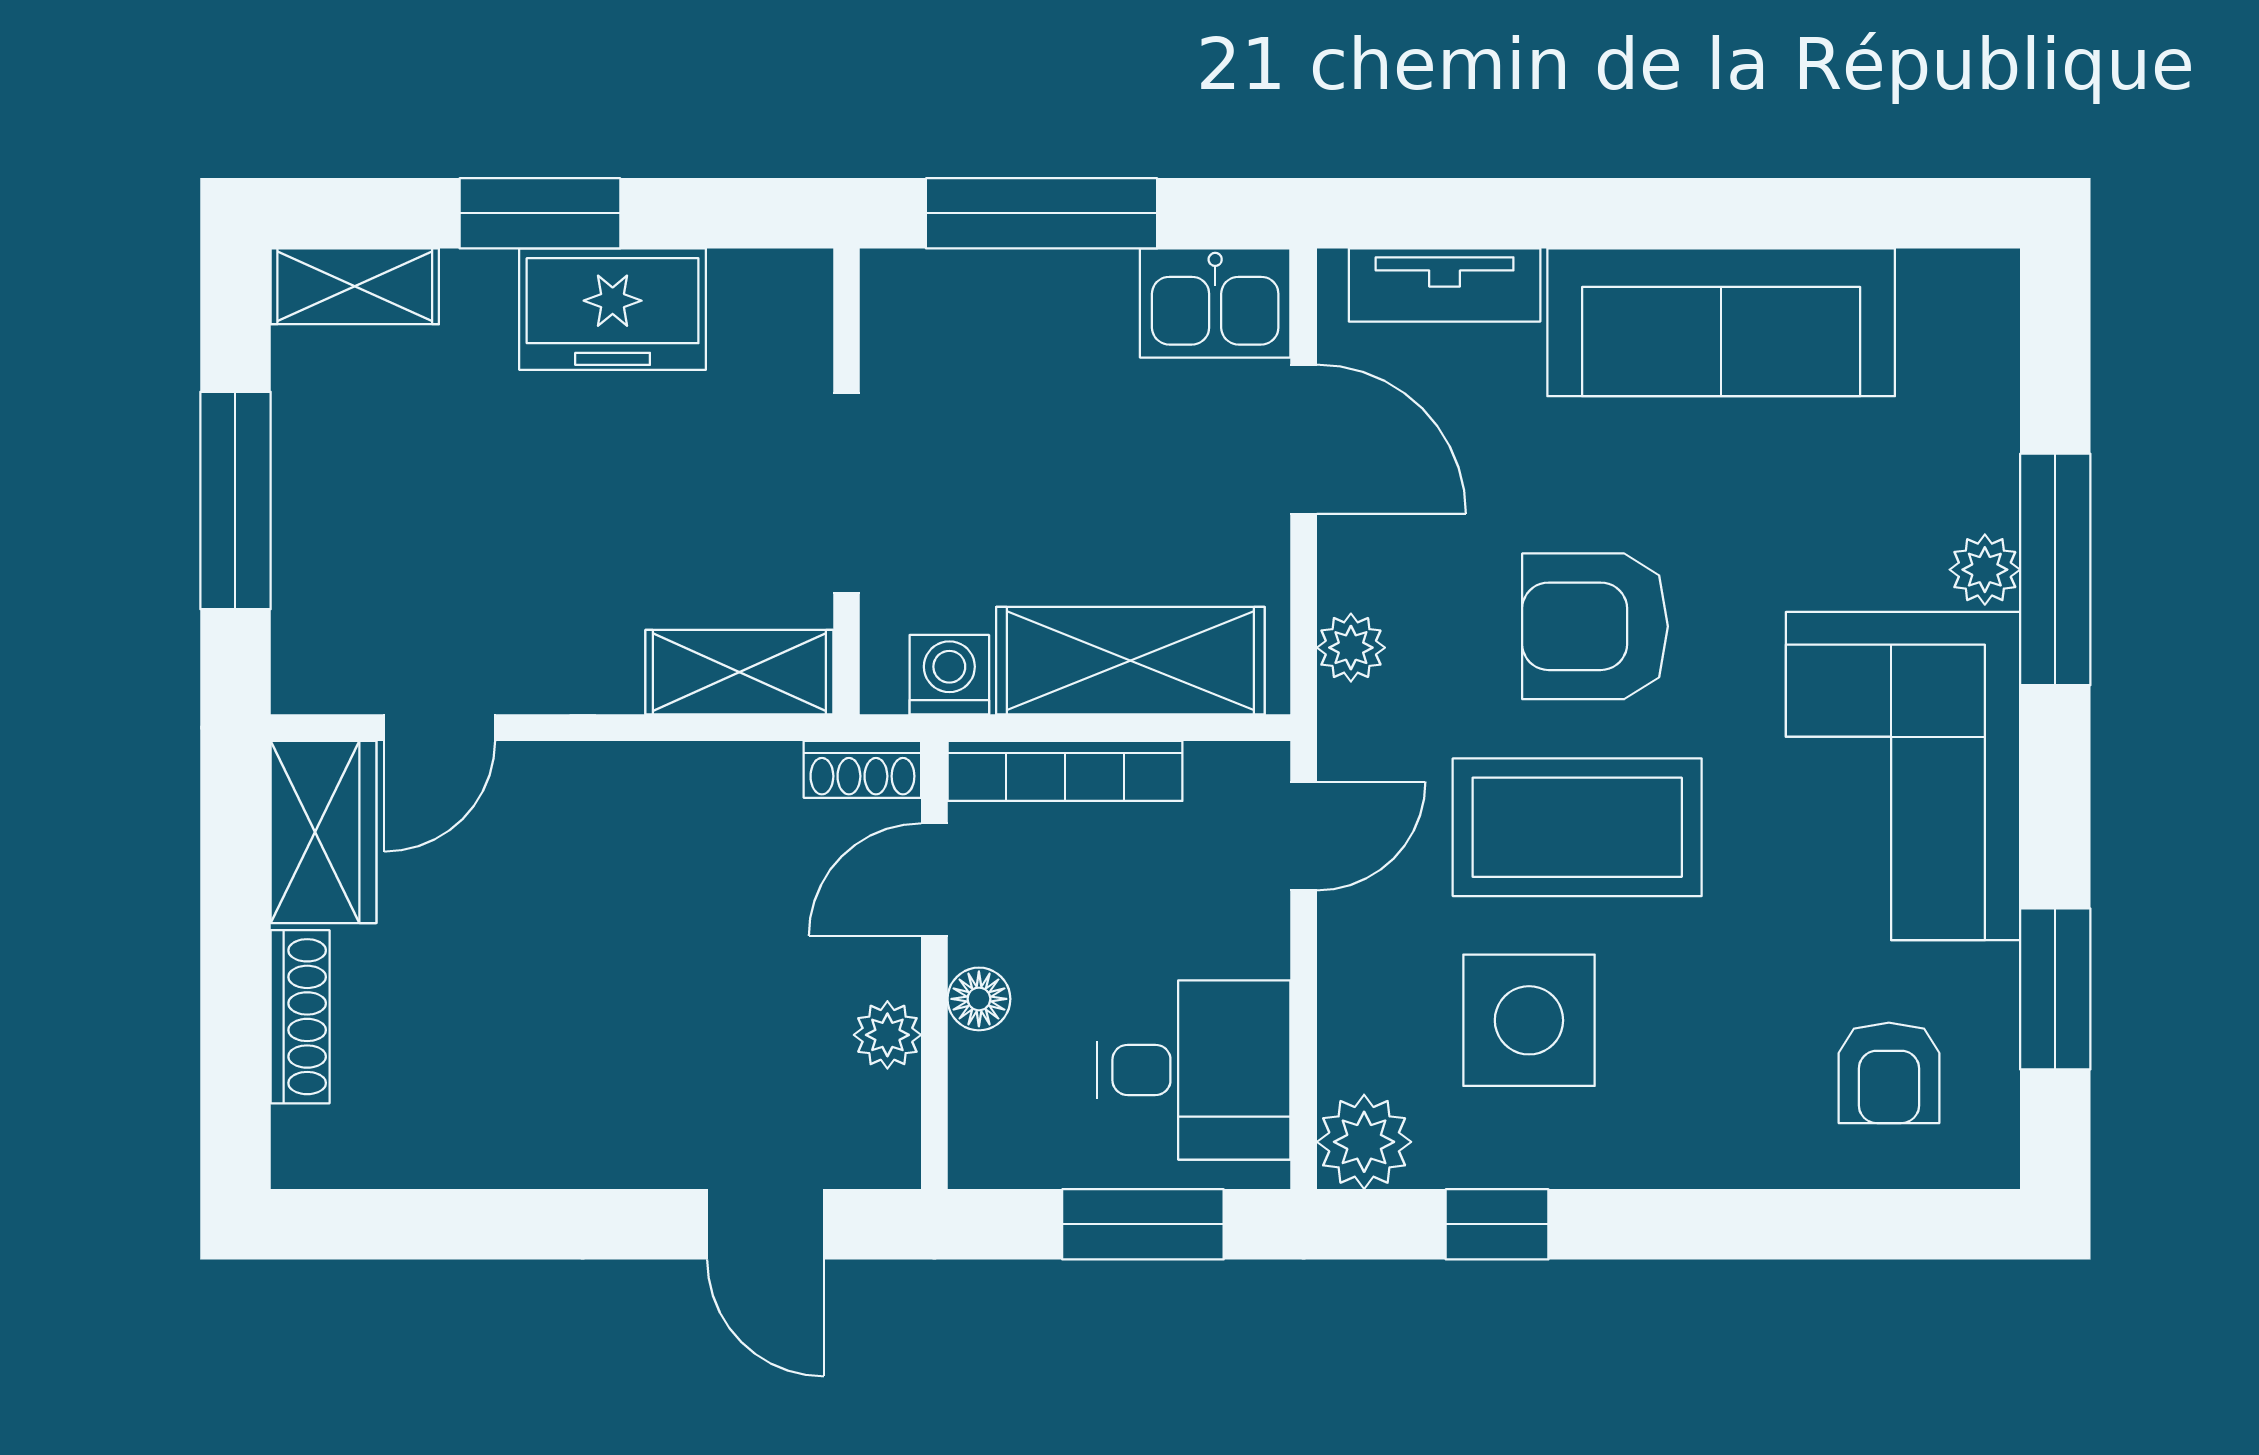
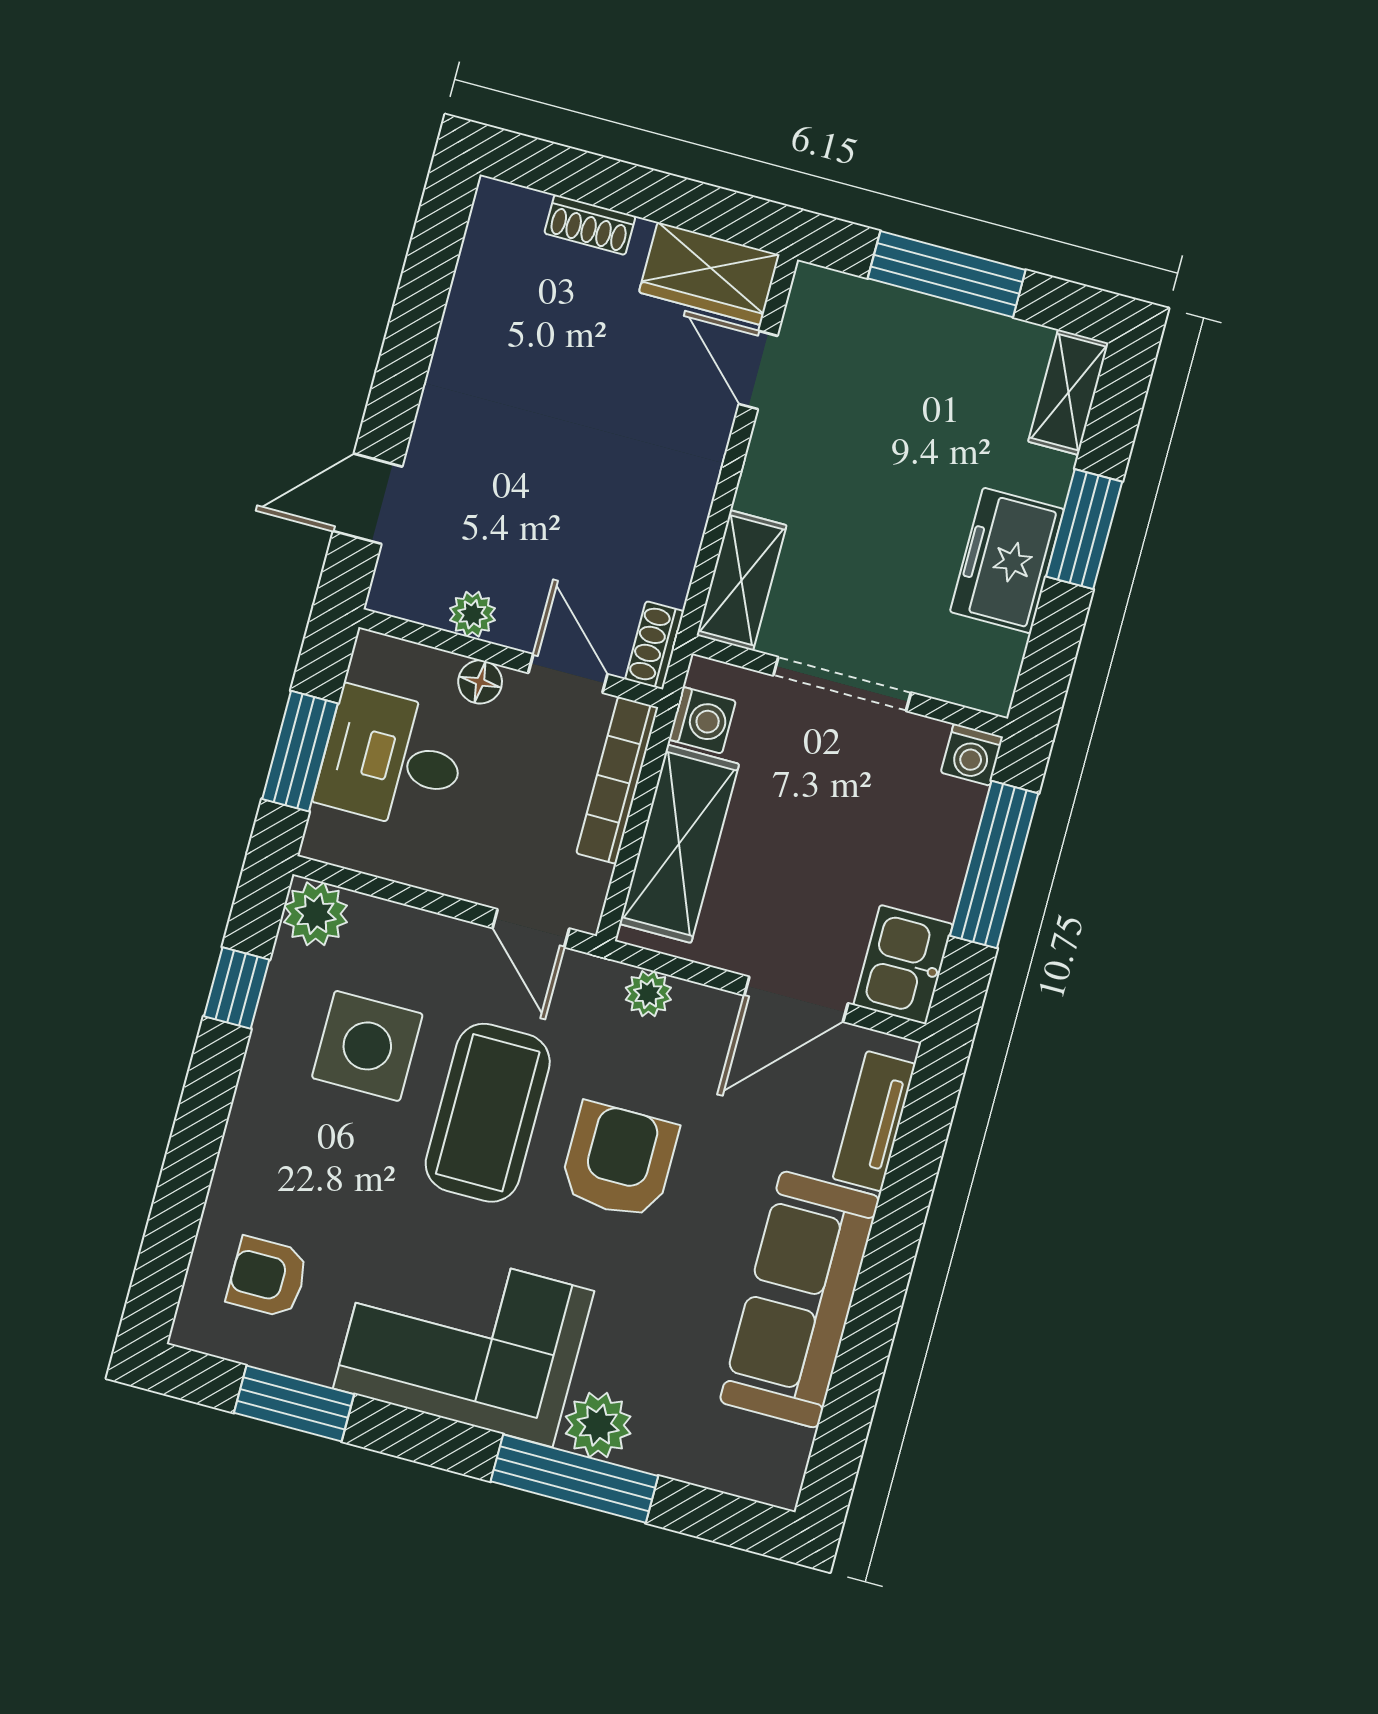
washing machine: (897, 285) -> (972, 755), added
plant: (1985, 570) -> (598, 1425), width x1.38, depth x1.38
shoe rack: (300, 1017) -> (590, 225), width x0.70
desk: (1194, 1070) -> (392, 759), moved, turned 90

